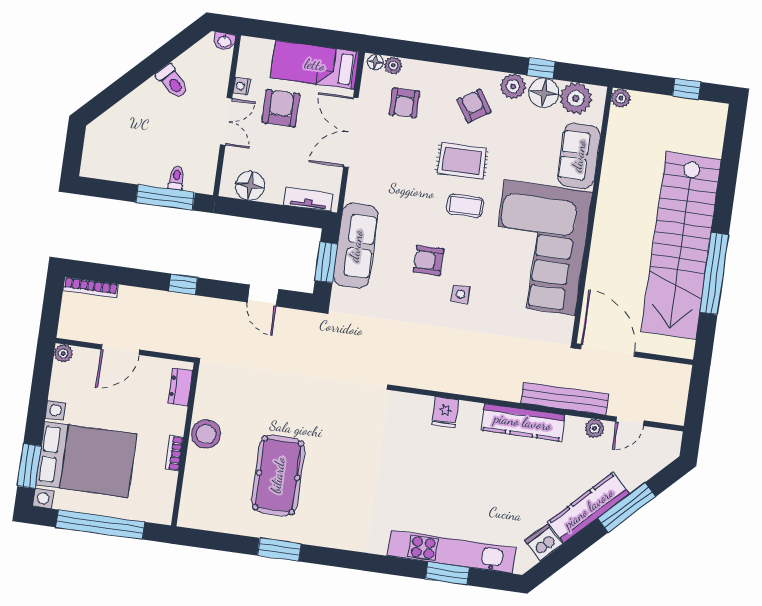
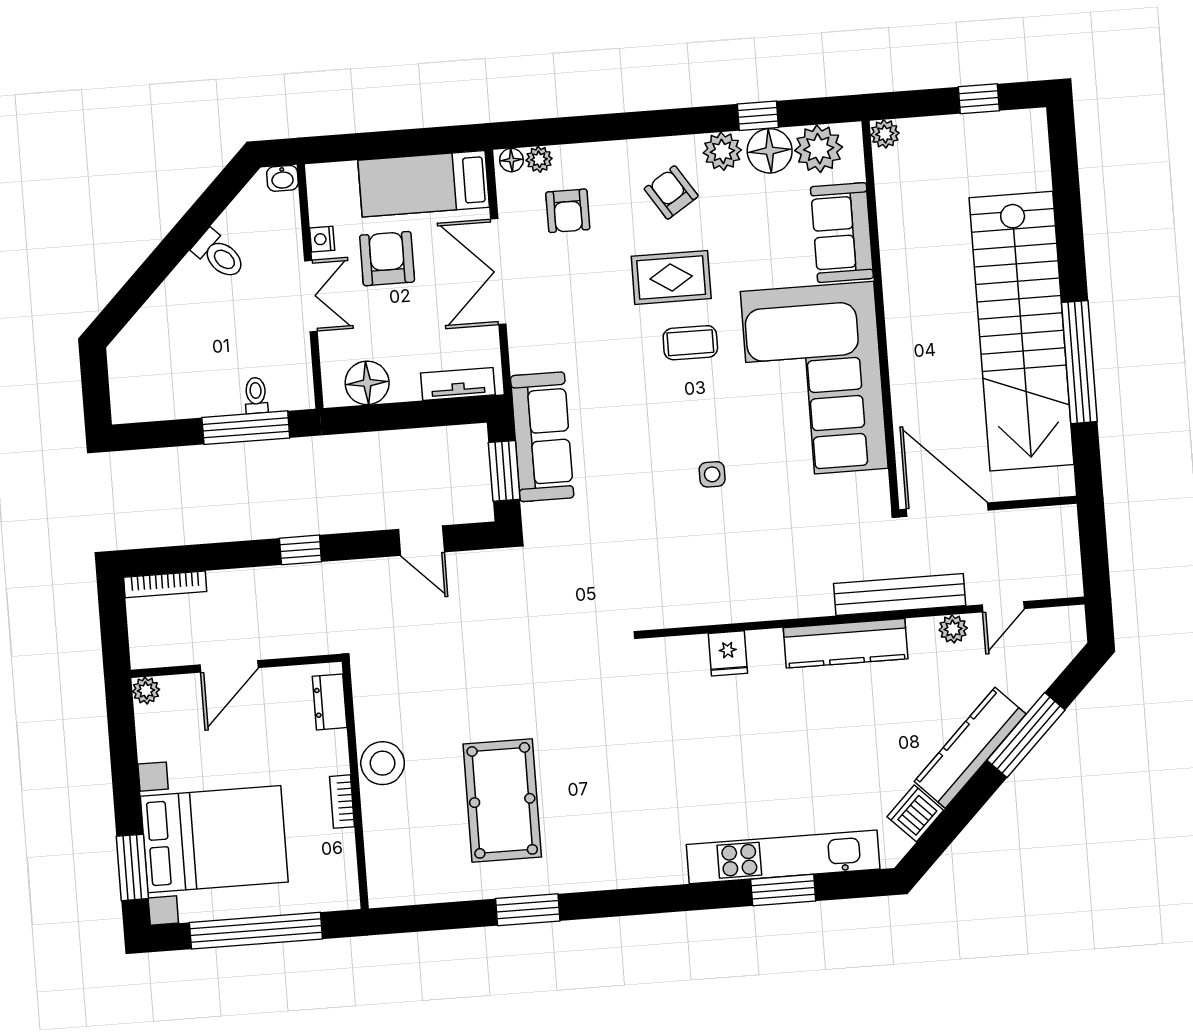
armchair: (429, 260) -> (654, 435), removed

